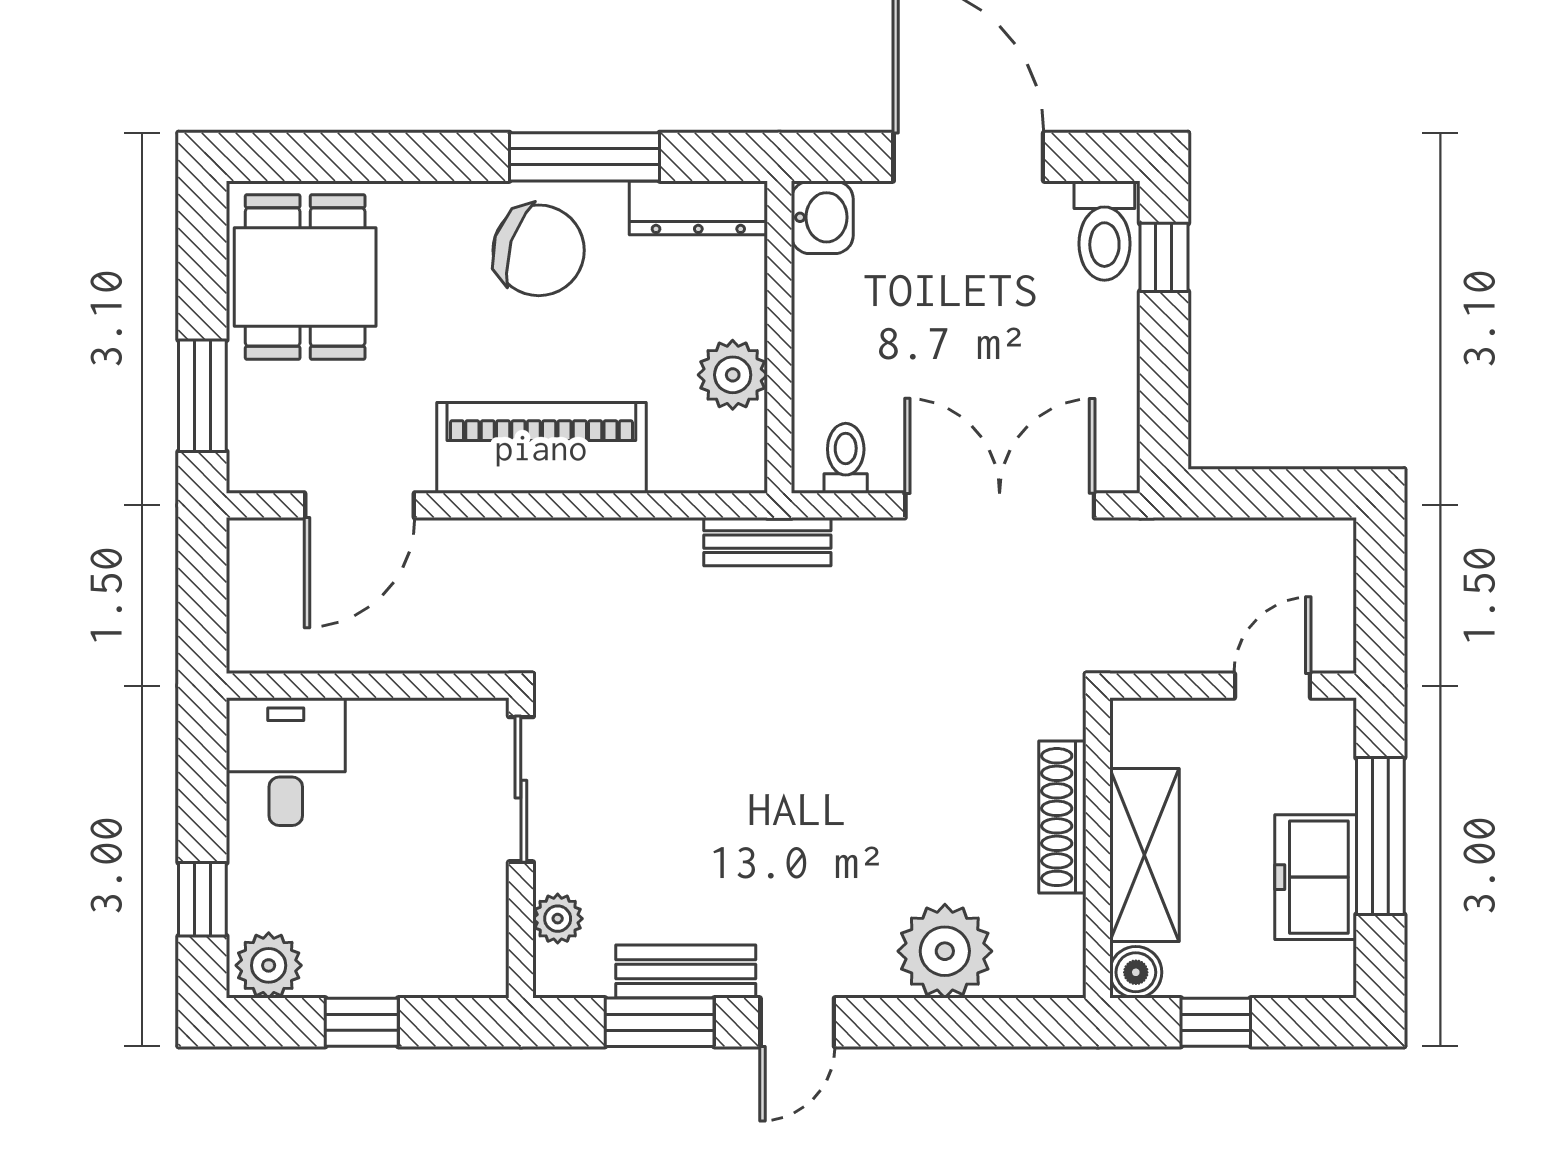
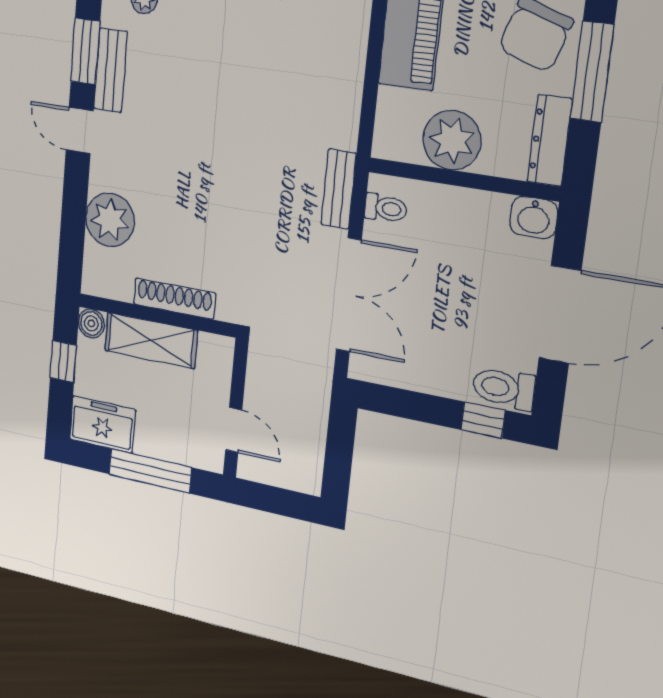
plant: (733, 375) -> (452, 140), width x1.36, depth x1.36
bench: (767, 542) -> (339, 189), moved
freezer: (1316, 877) -> (102, 425), moved

